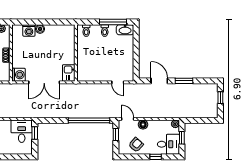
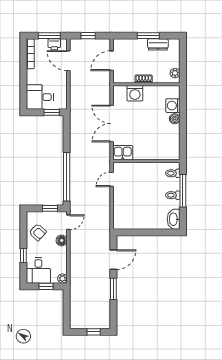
window: (113, 22) -> (183, 191), moved
washing machine: (19, 75) -> (135, 93), moved
door: (118, 82) -> (112, 179), moved
desk: (22, 131) -> (40, 97), moved, turned 180

